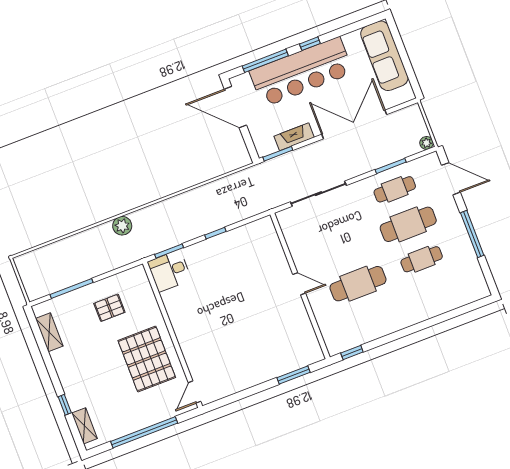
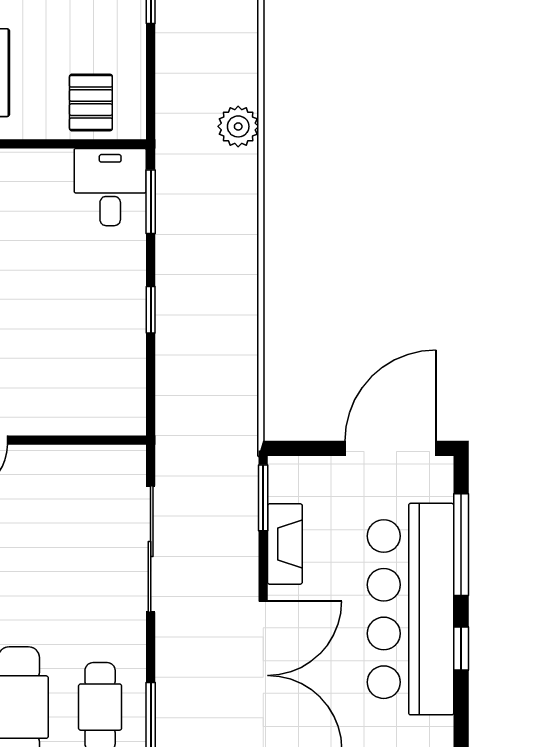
pallet: (109, 308) -> (91, 103), moved

